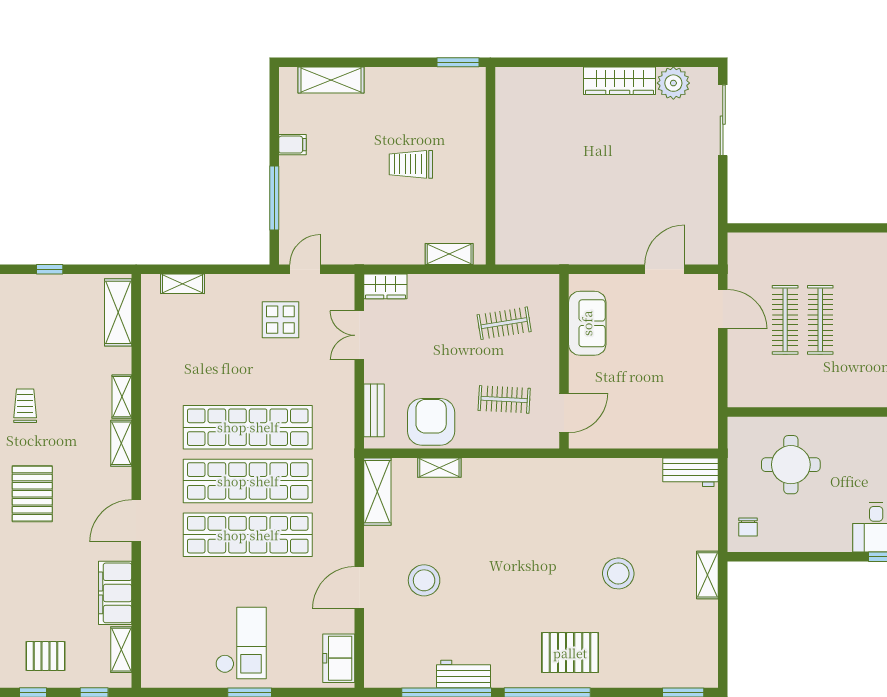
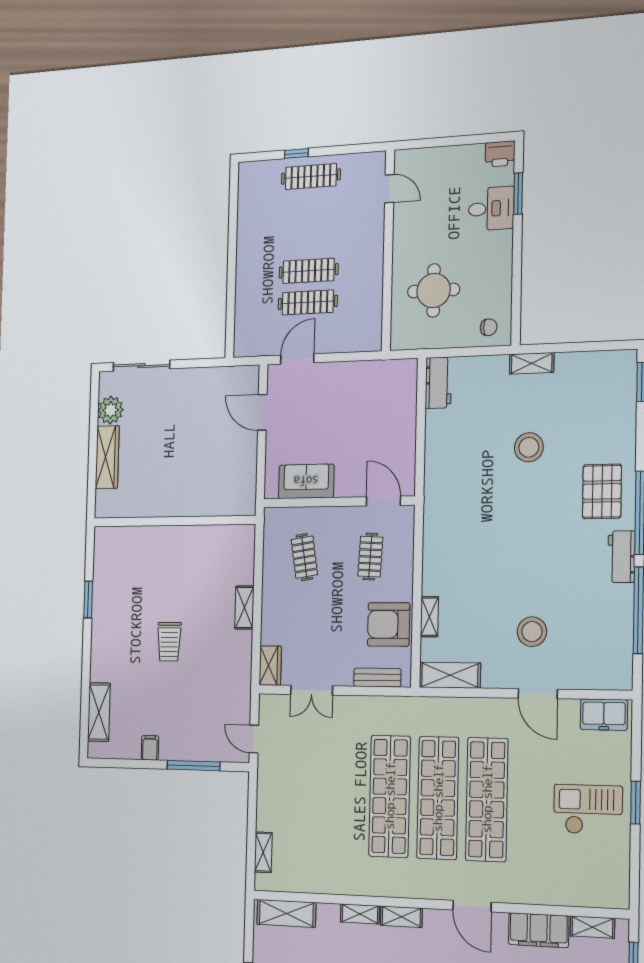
wall: (490, 166) -> (174, 521), moved
display table: (280, 320) -> (296, 763), removed
workbench: (464, 674) -> (621, 557), moved

